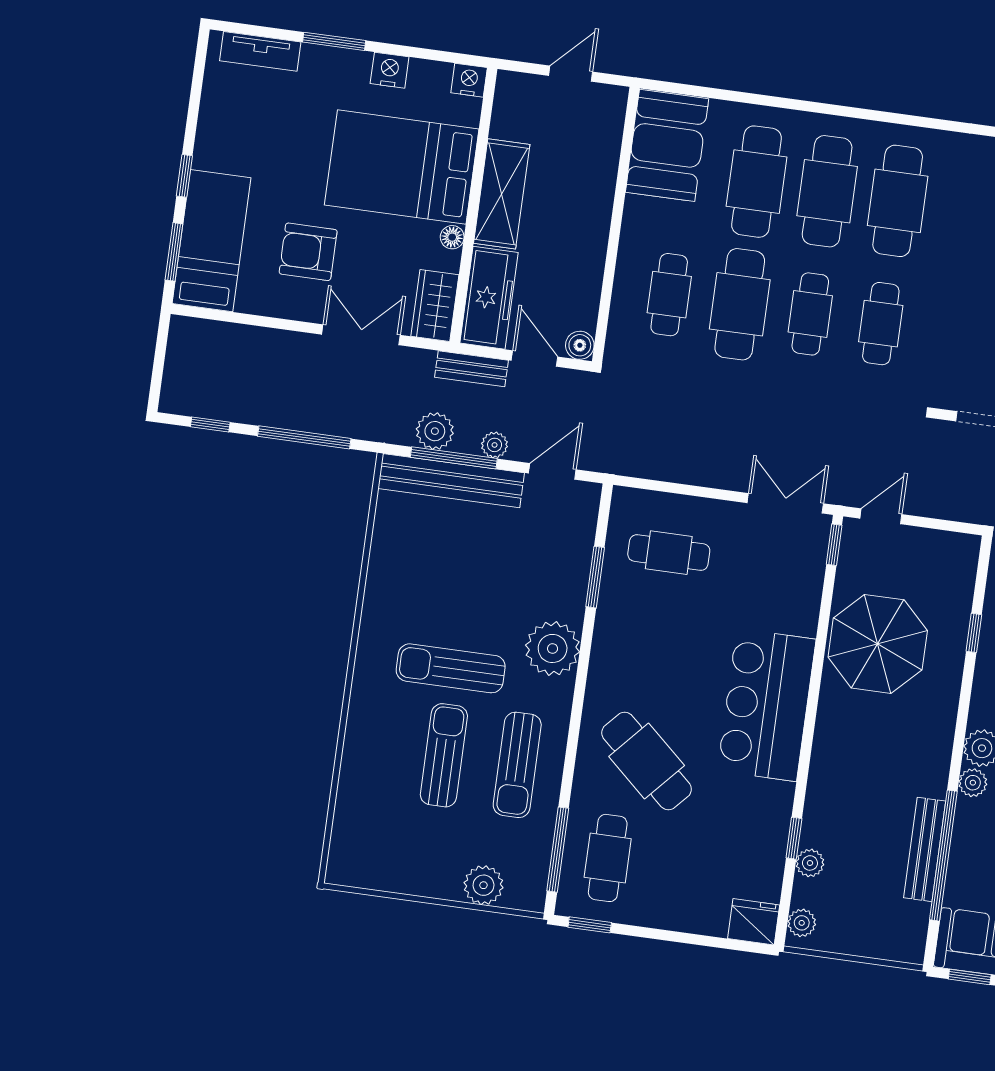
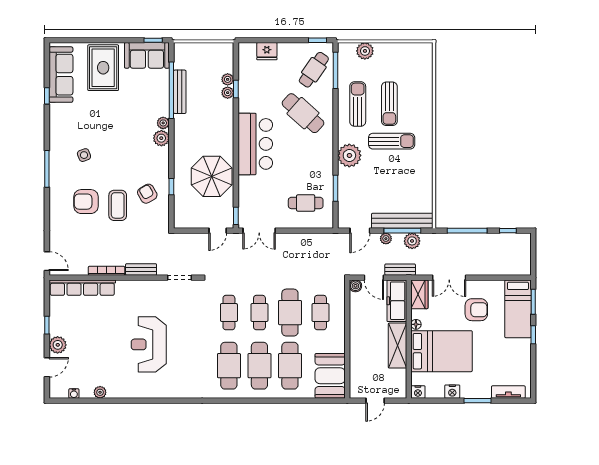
cafe table: (608, 858) -> (314, 70), turned 35
fridge: (754, 922) -> (267, 51), moved
plant: (802, 923) -> (228, 93), moved

